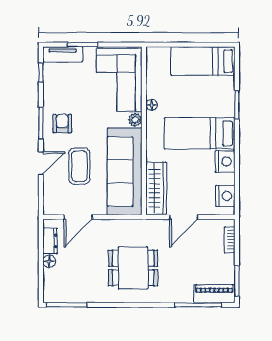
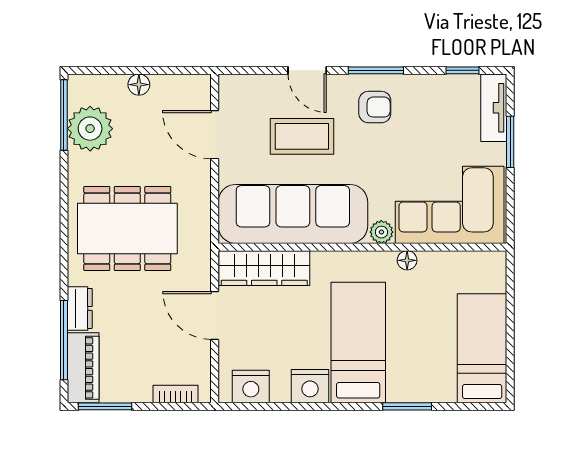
dresser: (50, 241) -> (80, 308), moved, turned -90
dining table: (133, 268) -> (127, 229), width x1.38
plant: (75, 290) -> (90, 129), added

